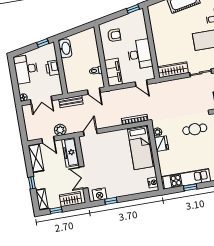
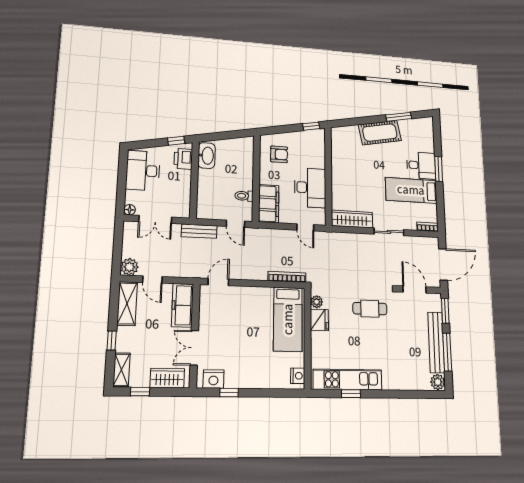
printer: (53, 68) -> (183, 159), moved
plant: (60, 130) -> (129, 267), moved

